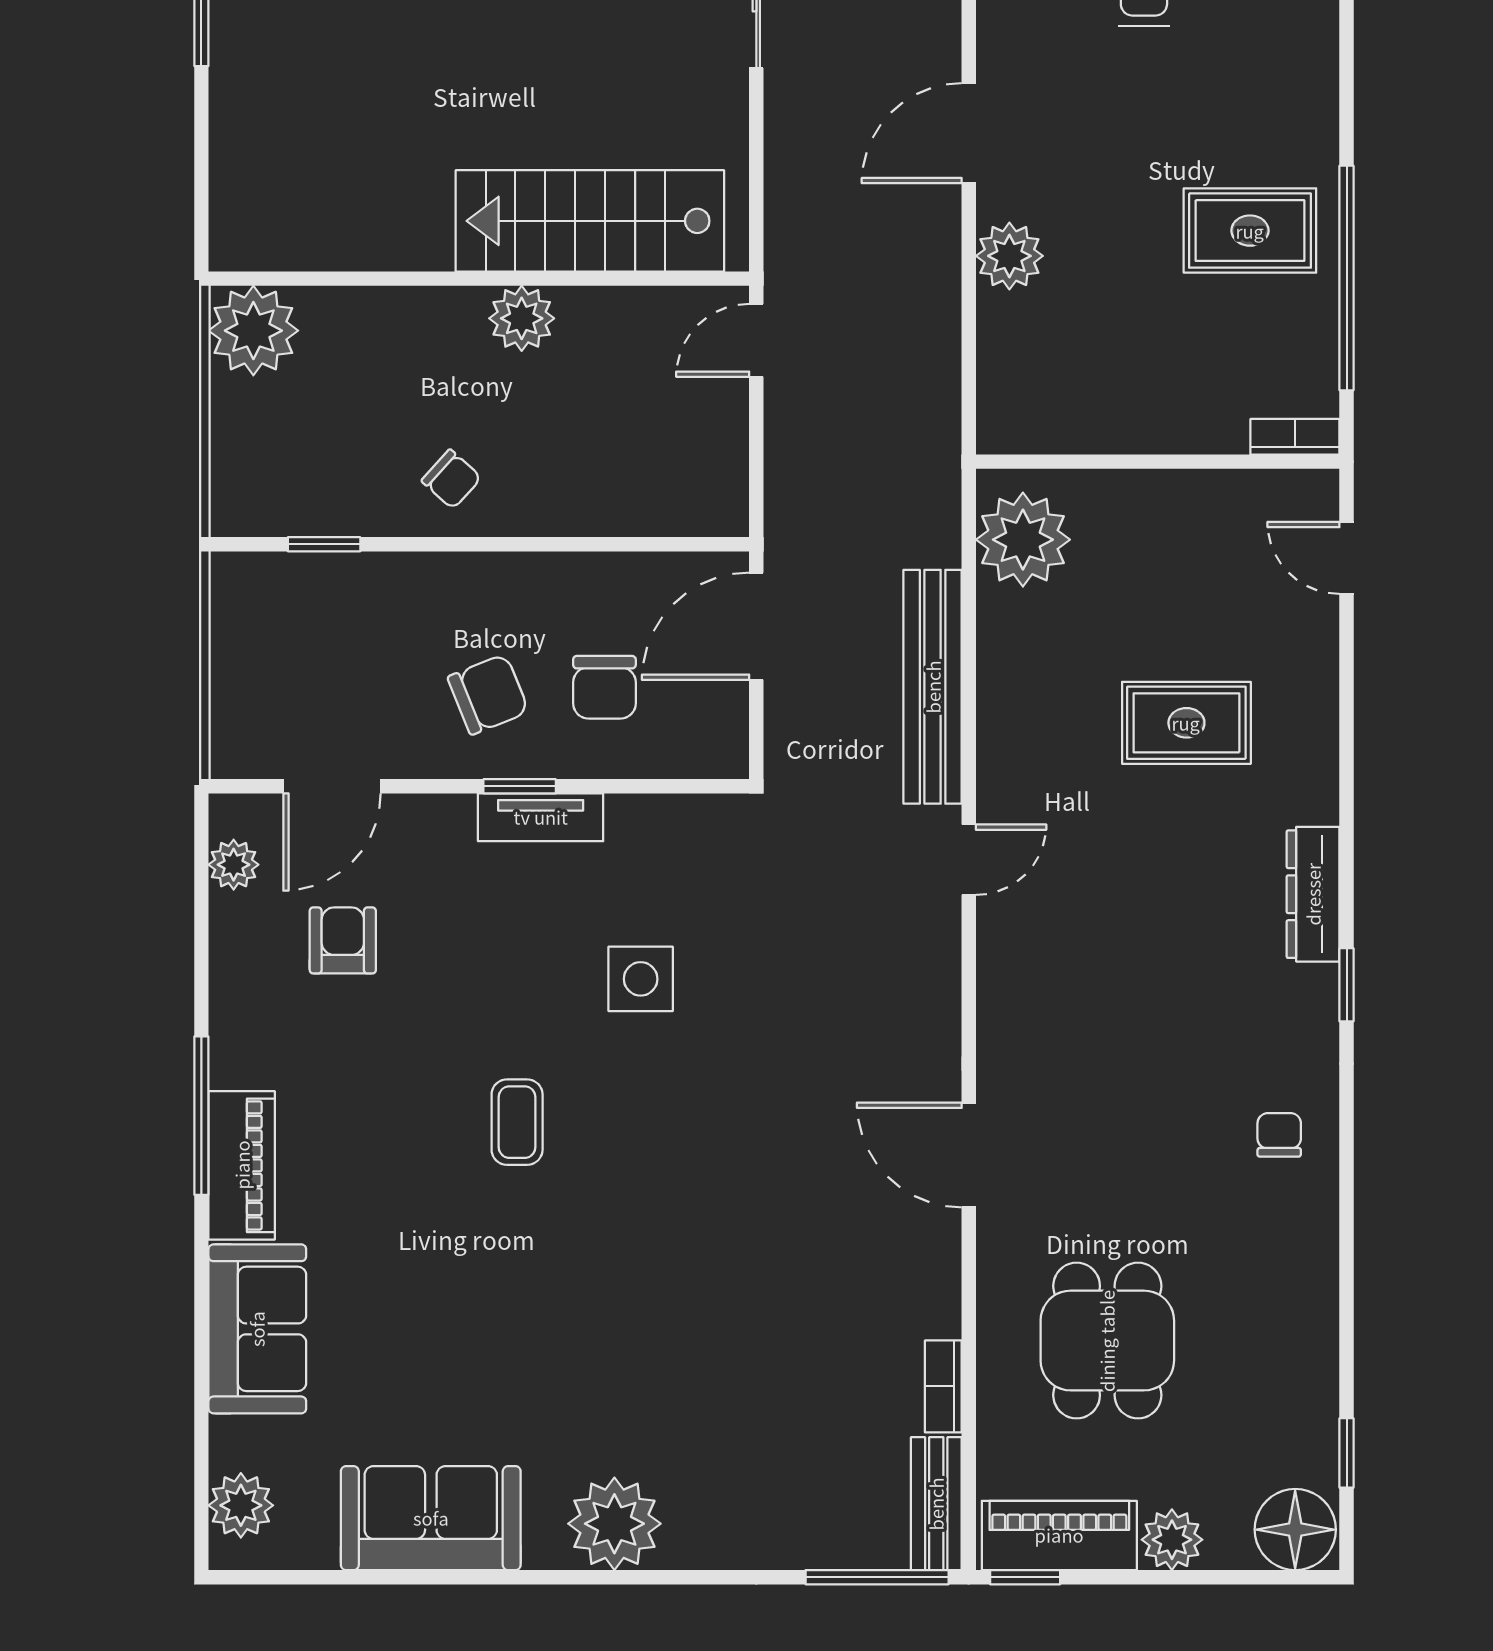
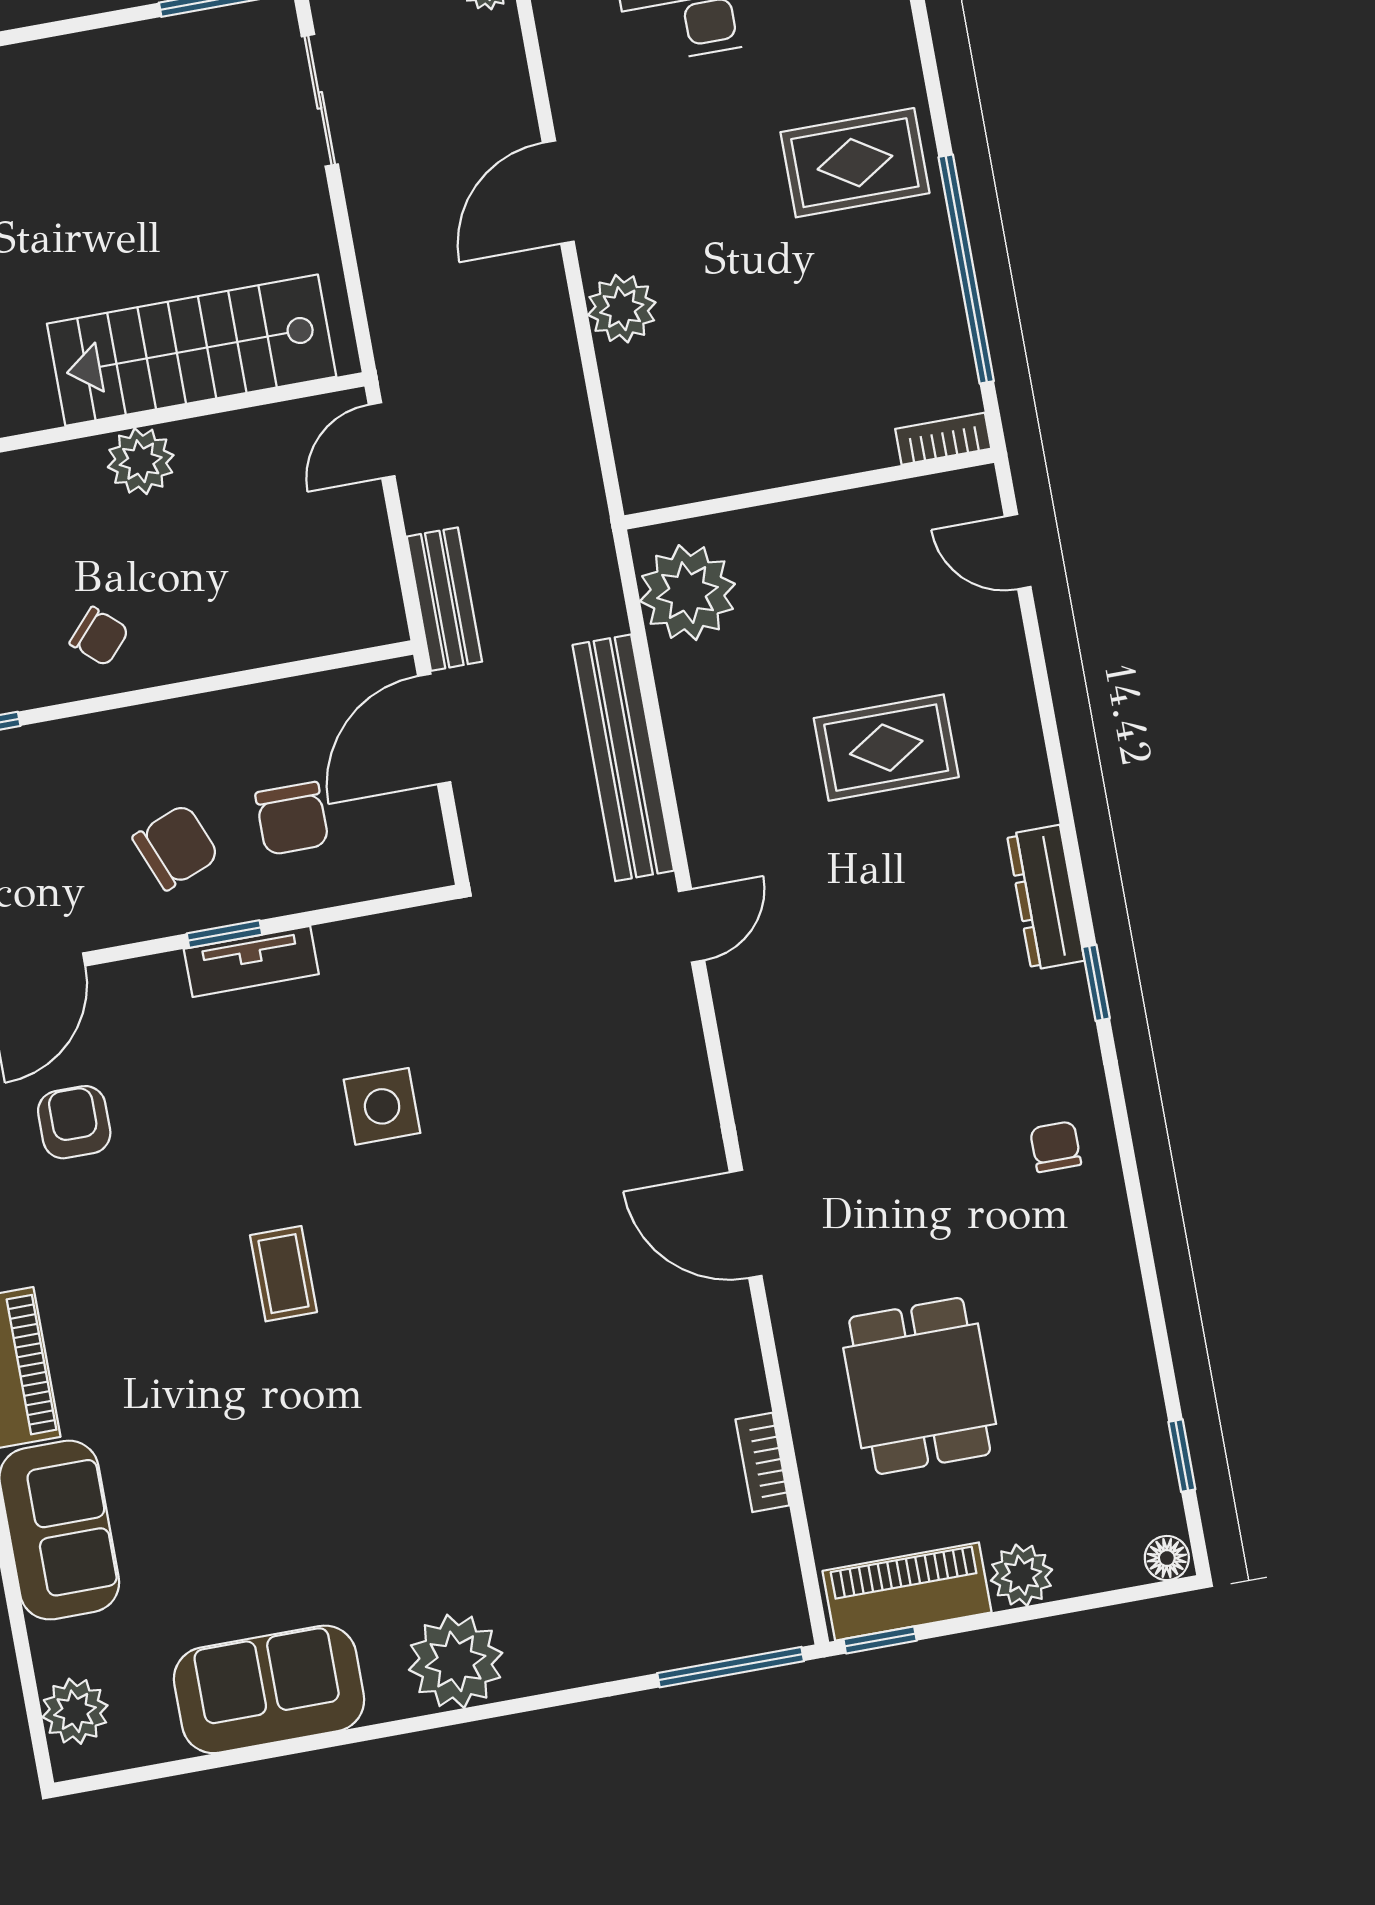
rug: (1250, 231) -> (855, 163), moved
bench: (936, 1504) -> (444, 599), moved
floor lamp: (1295, 1530) -> (1167, 1558), width x0.53, depth x0.53

